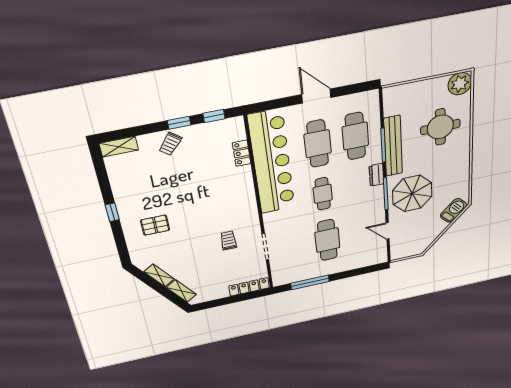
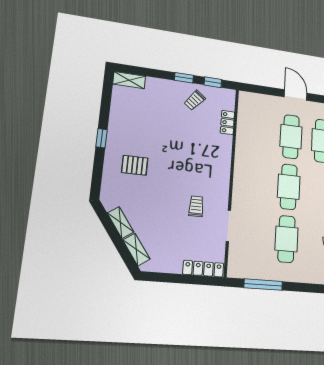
trolley: (170, 144) -> (195, 100), moved
bar counter: (272, 162) -> (250, 140), removed
cafe table: (323, 194) -> (289, 187), width x1.37, depth x1.35

